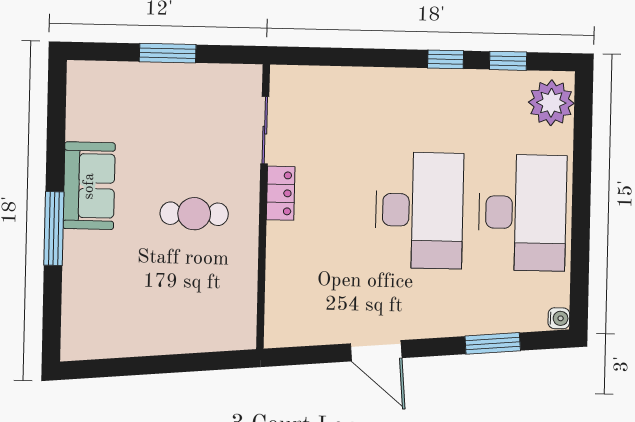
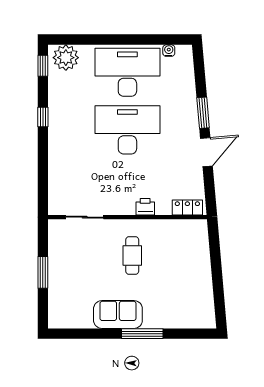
window: (508, 61) -> (43, 66), moved
locker: (281, 193) -> (187, 207), moved
printer: (281, 239) -> (145, 207), added
water cooler: (559, 318) -> (169, 51), moved
window: (493, 343) -> (203, 113), moved

